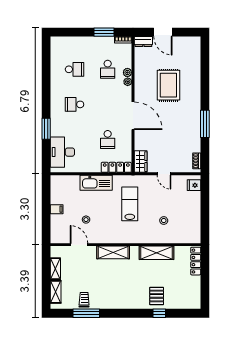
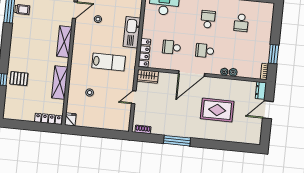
school desk: (108, 69) -> (205, 51), moved
fridge: (194, 185) -> (70, 119), moved

